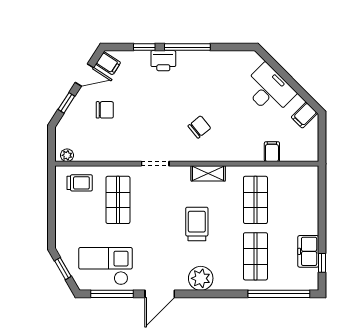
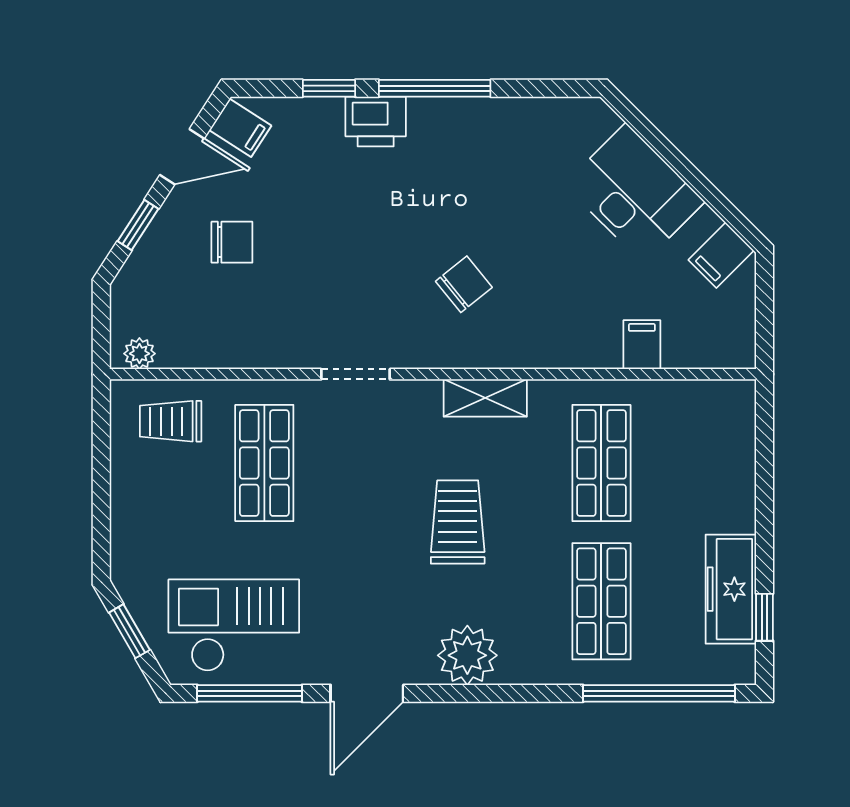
trolley: (80, 183) -> (171, 421), turned 180
freezer: (308, 251) -> (731, 589), width x1.40

